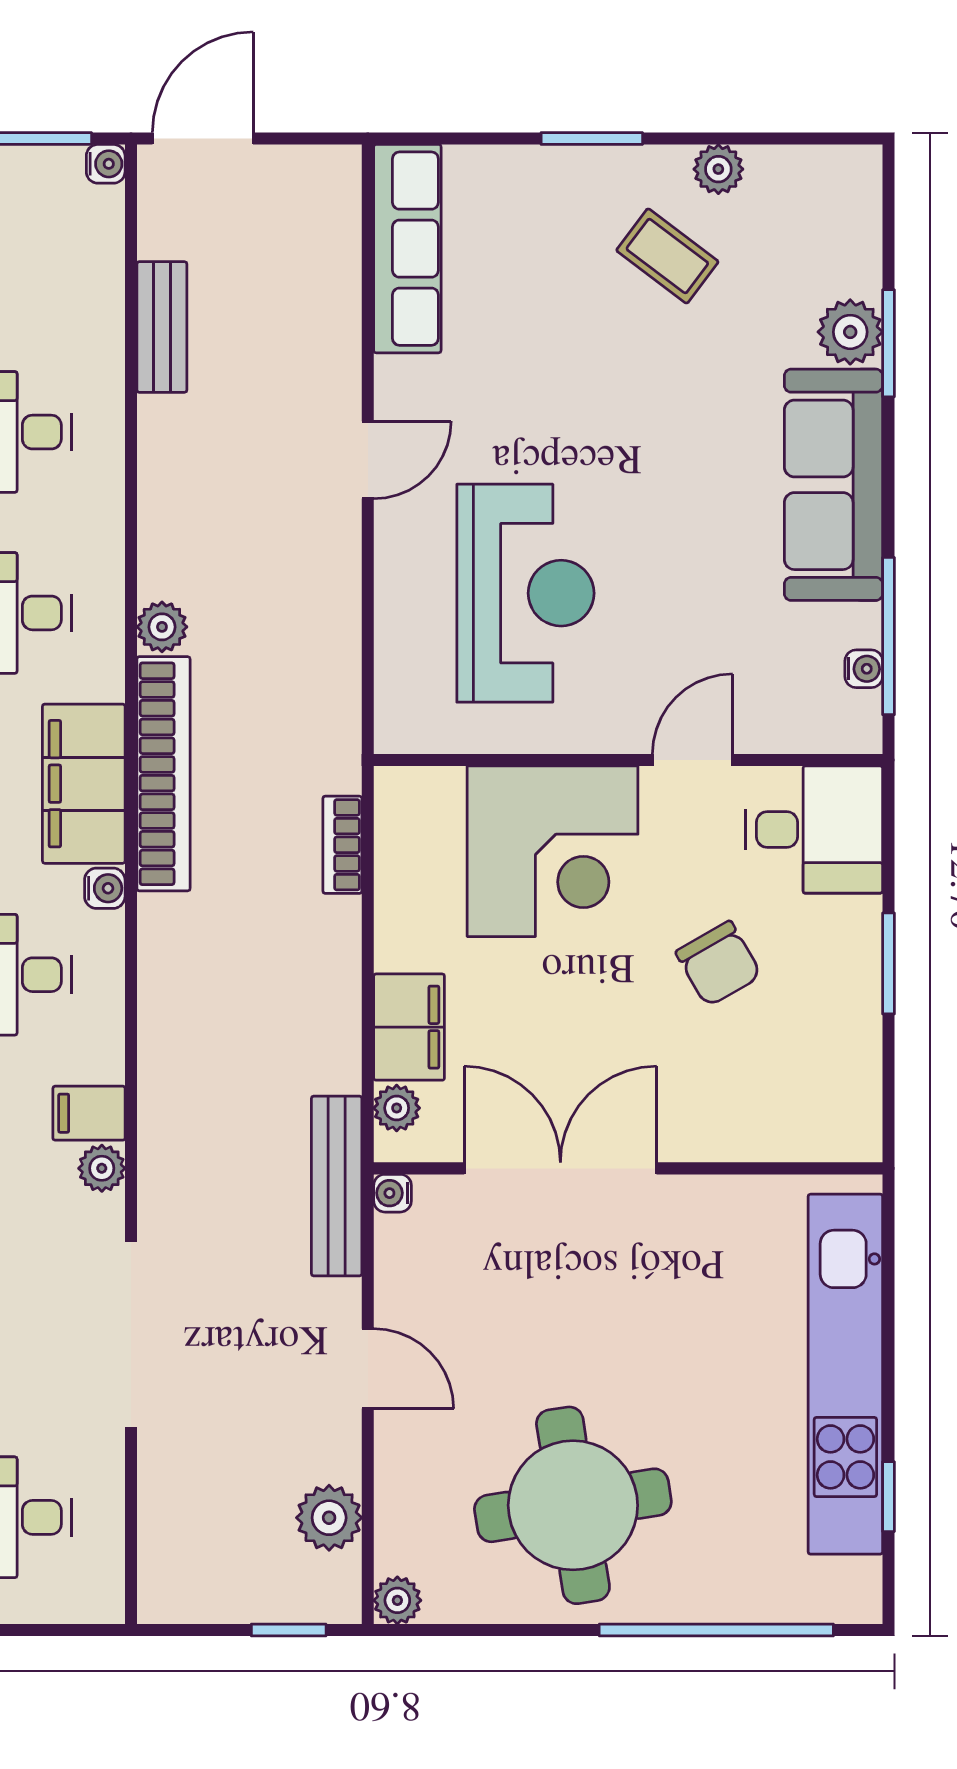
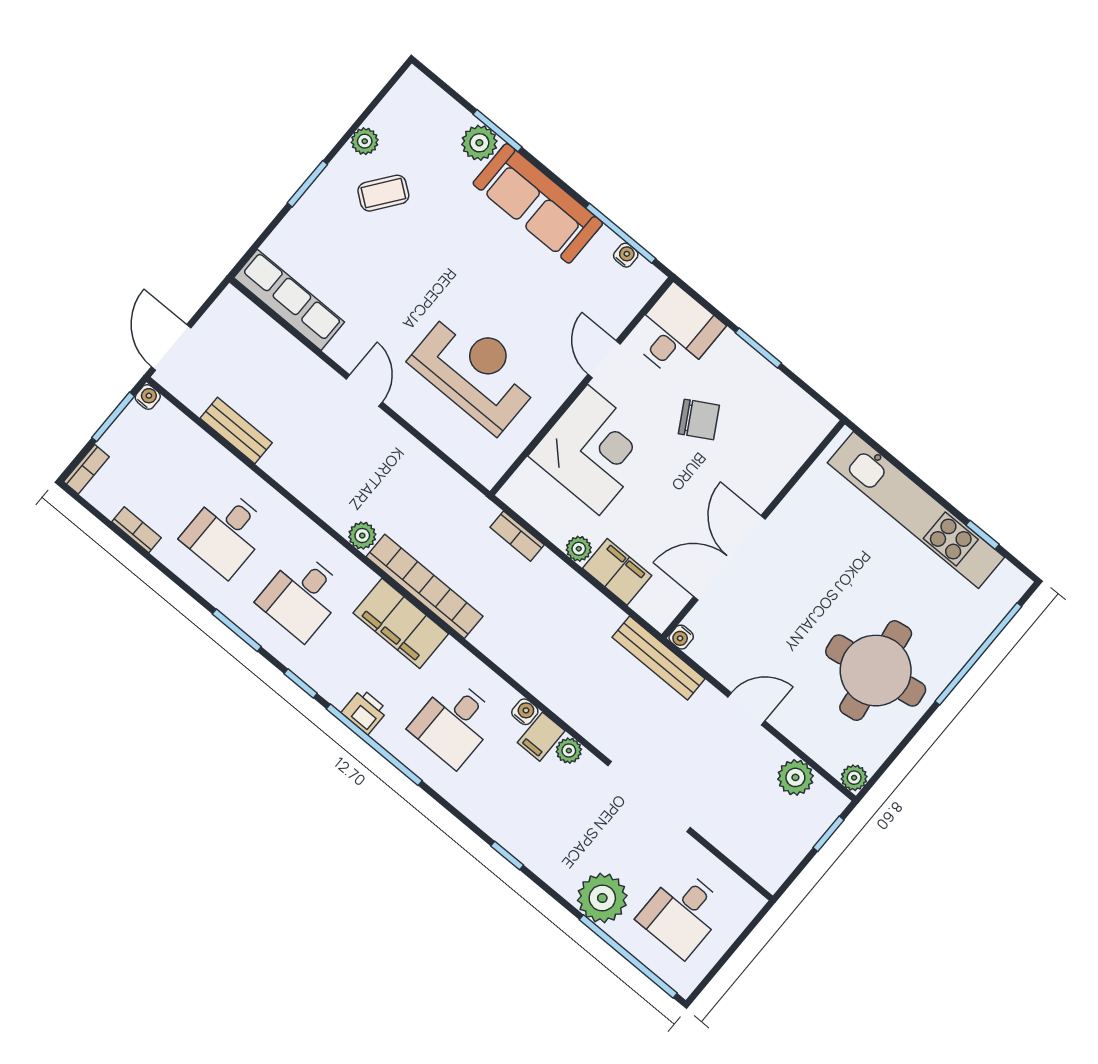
water cooler: (105, 888) -> (525, 712), moved
plant: (397, 1108) -> (579, 549), moved

